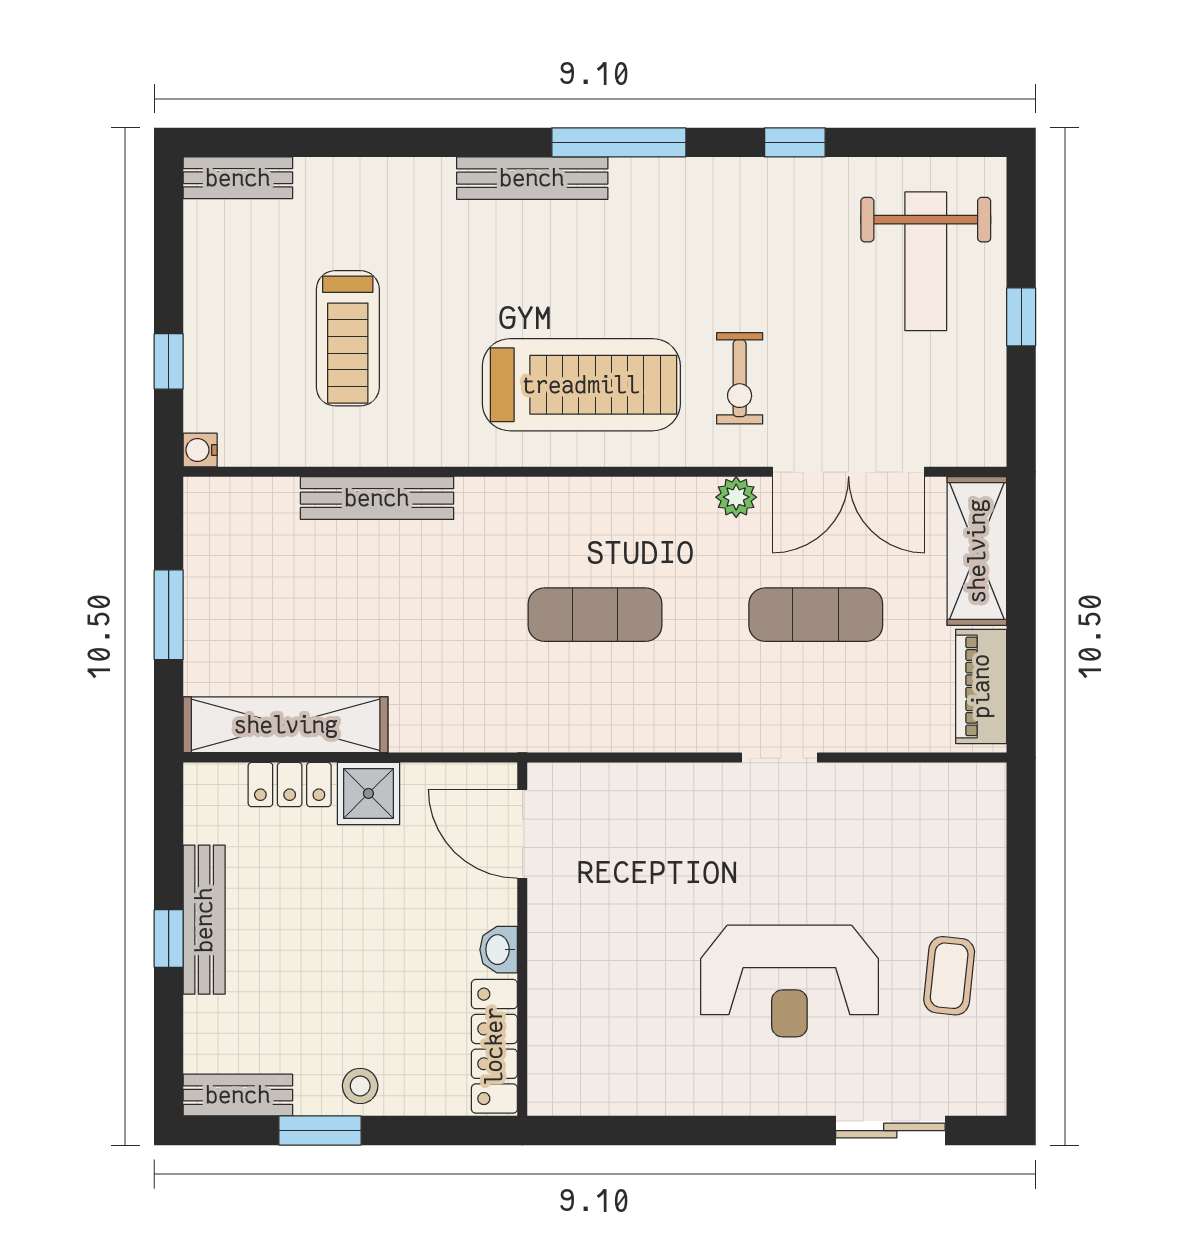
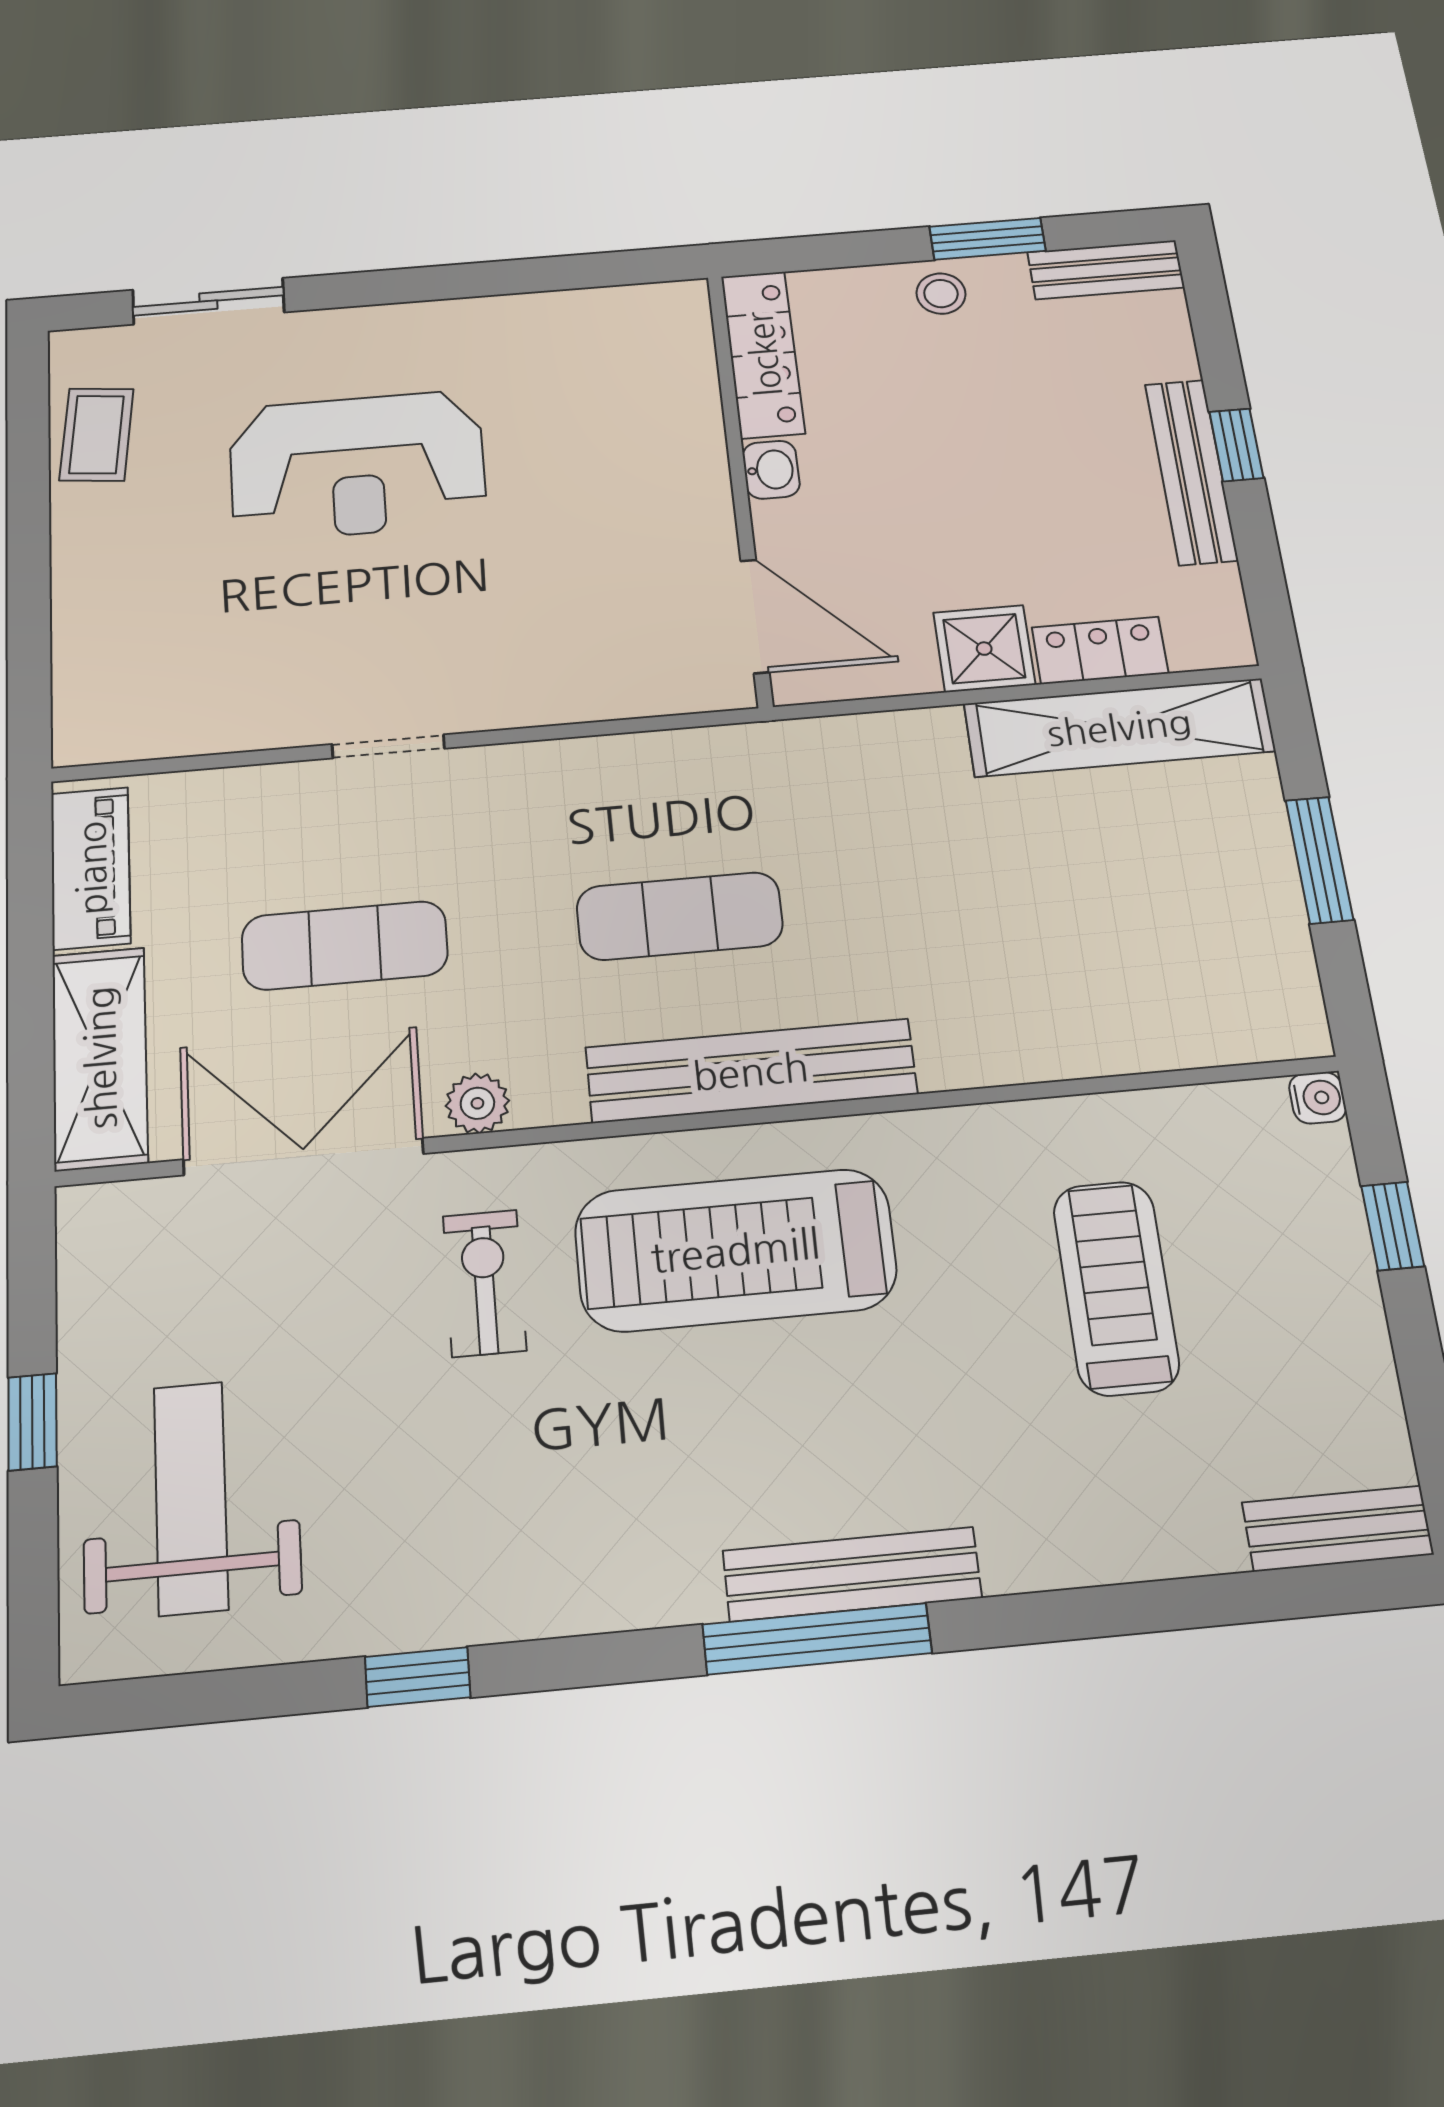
window: (619, 142) -> (817, 1639), moved
bench: (377, 498) -> (751, 1071), moved, width x1.37, depth x1.21
coffee table: (949, 976) -> (97, 435), moved
reception desk: (789, 981) -> (357, 465), turned 180

